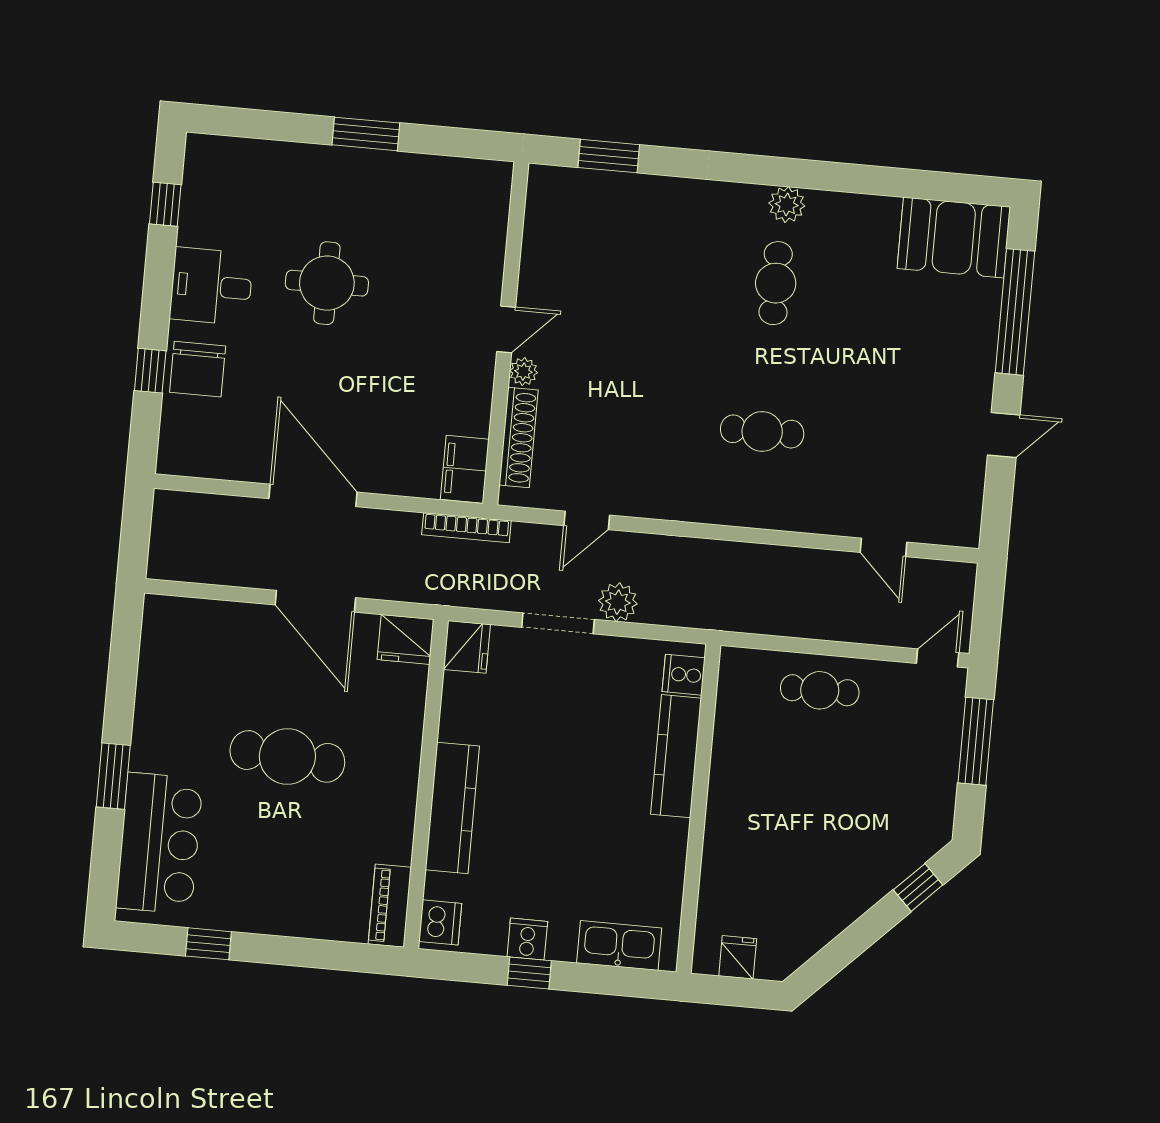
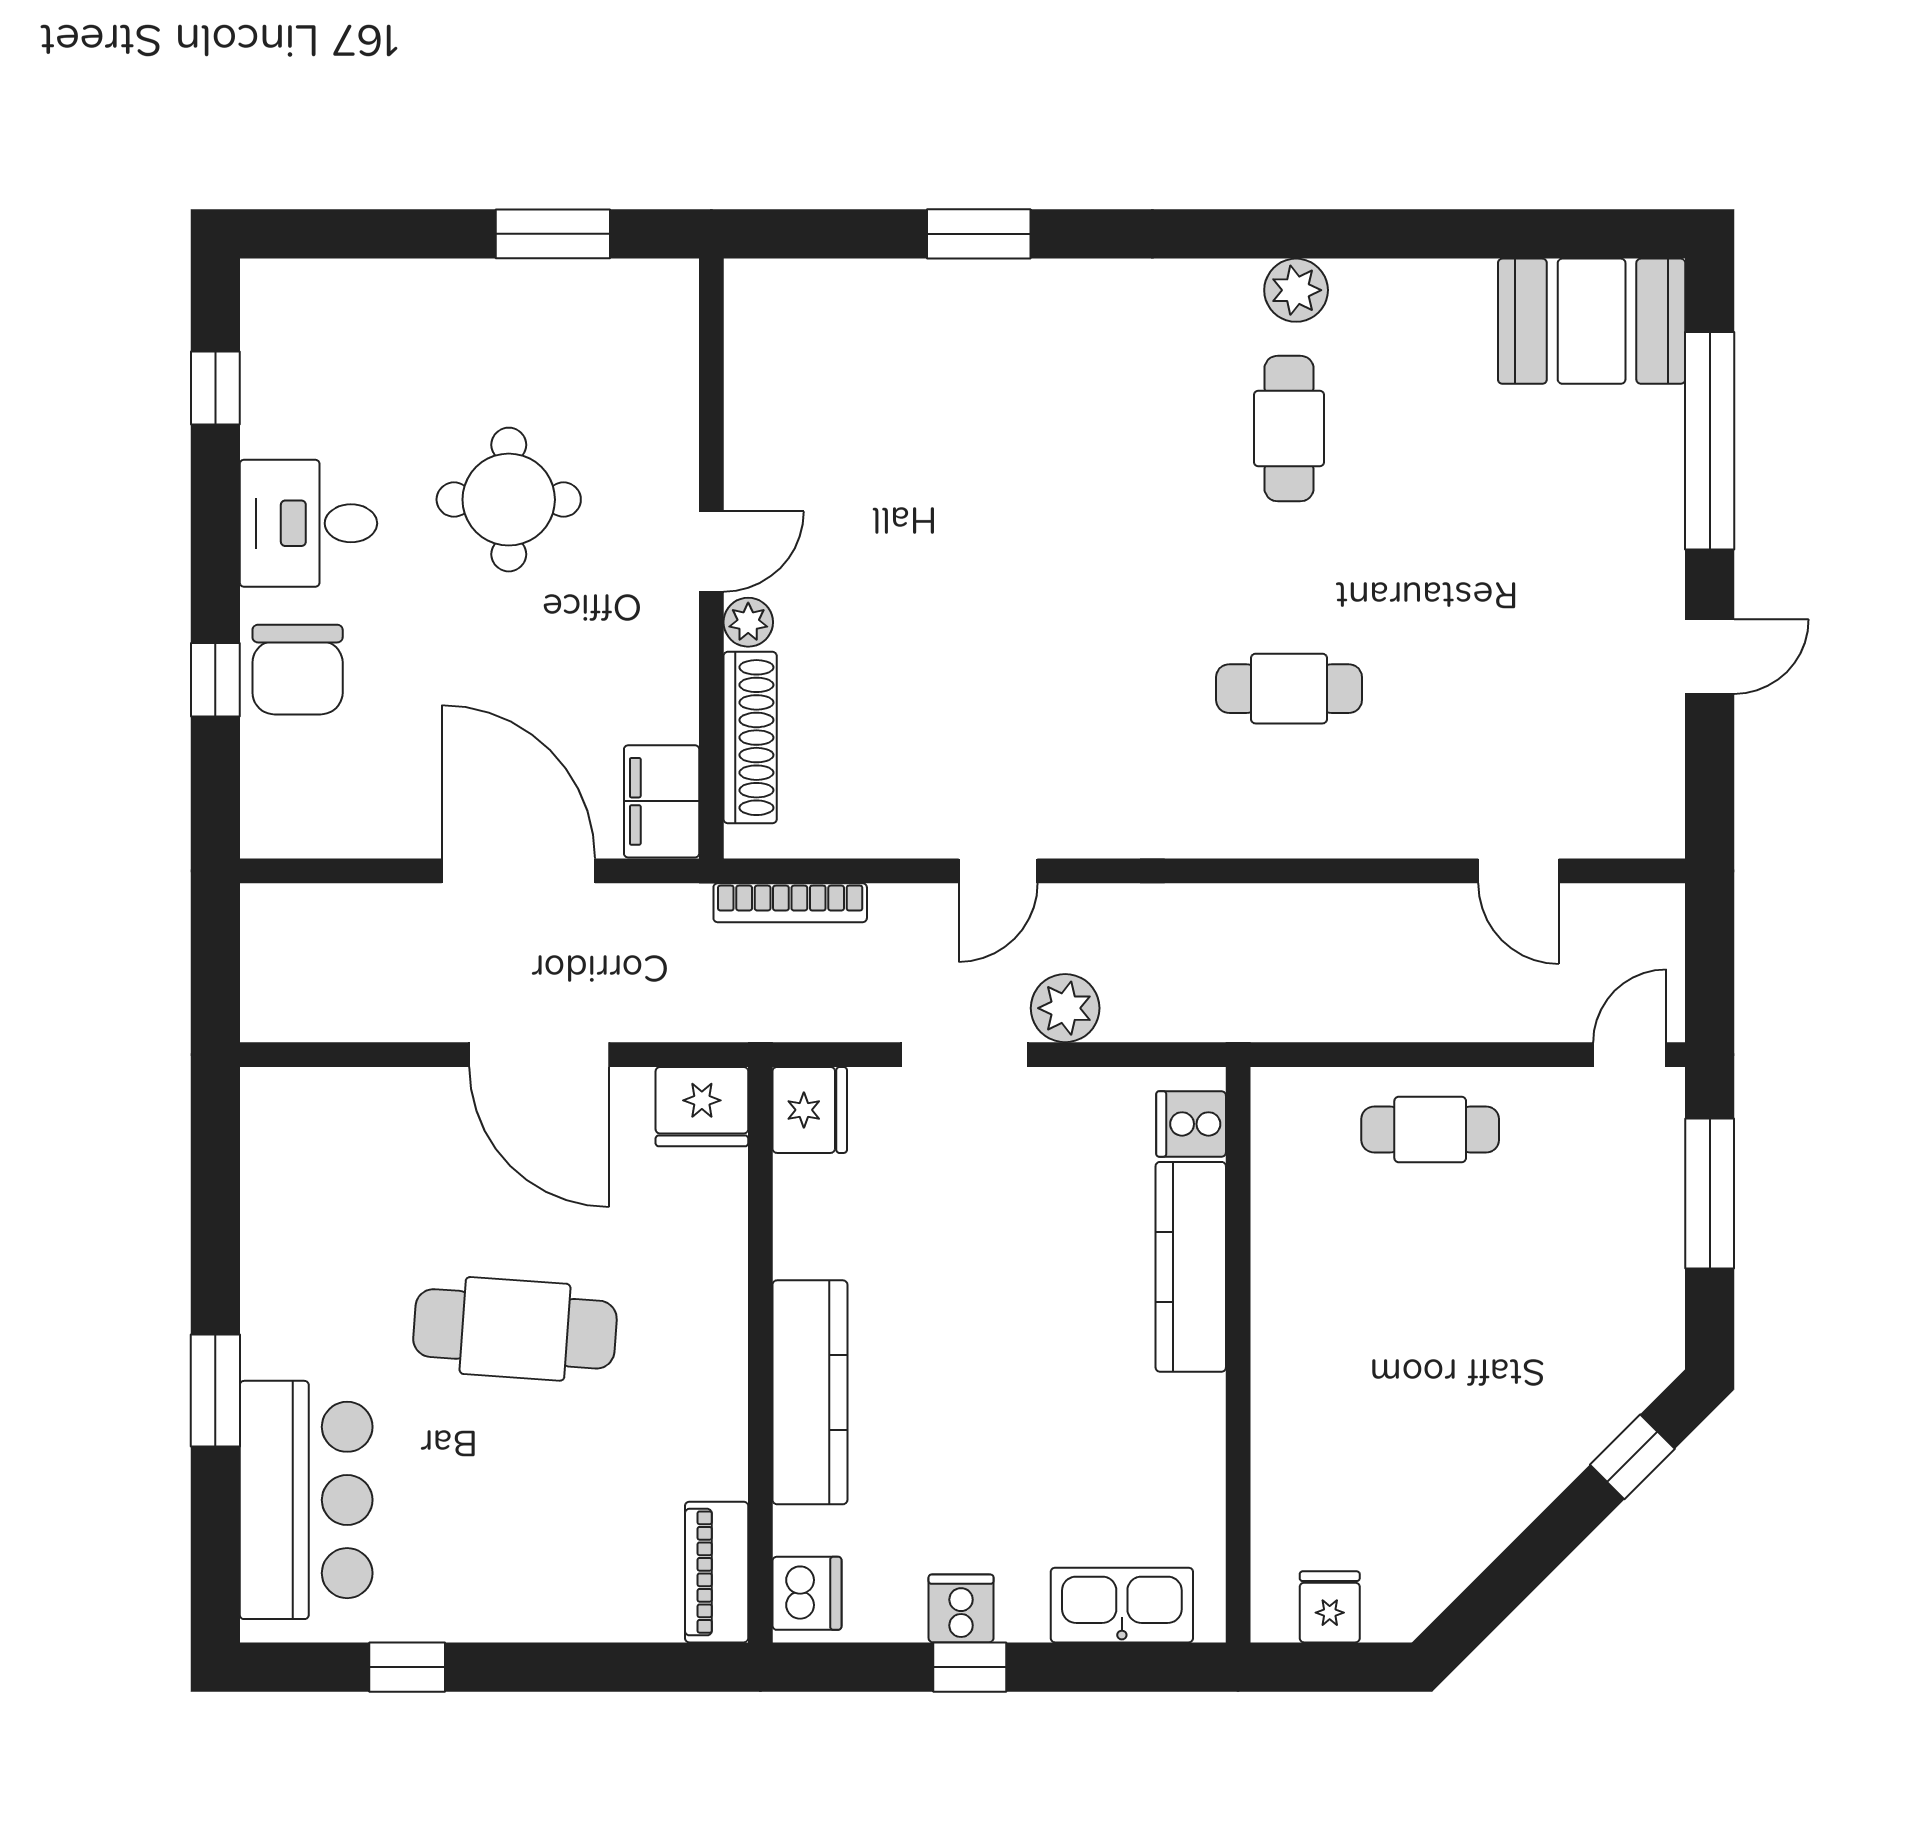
door: (506, 329) -> (711, 551), moved
wall: (506, 333) -> (711, 559), moved
plant: (523, 372) -> (748, 622), moved
shoe rack: (519, 437) -> (750, 738), moved
filing cabinet: (465, 469) -> (662, 801), moved

